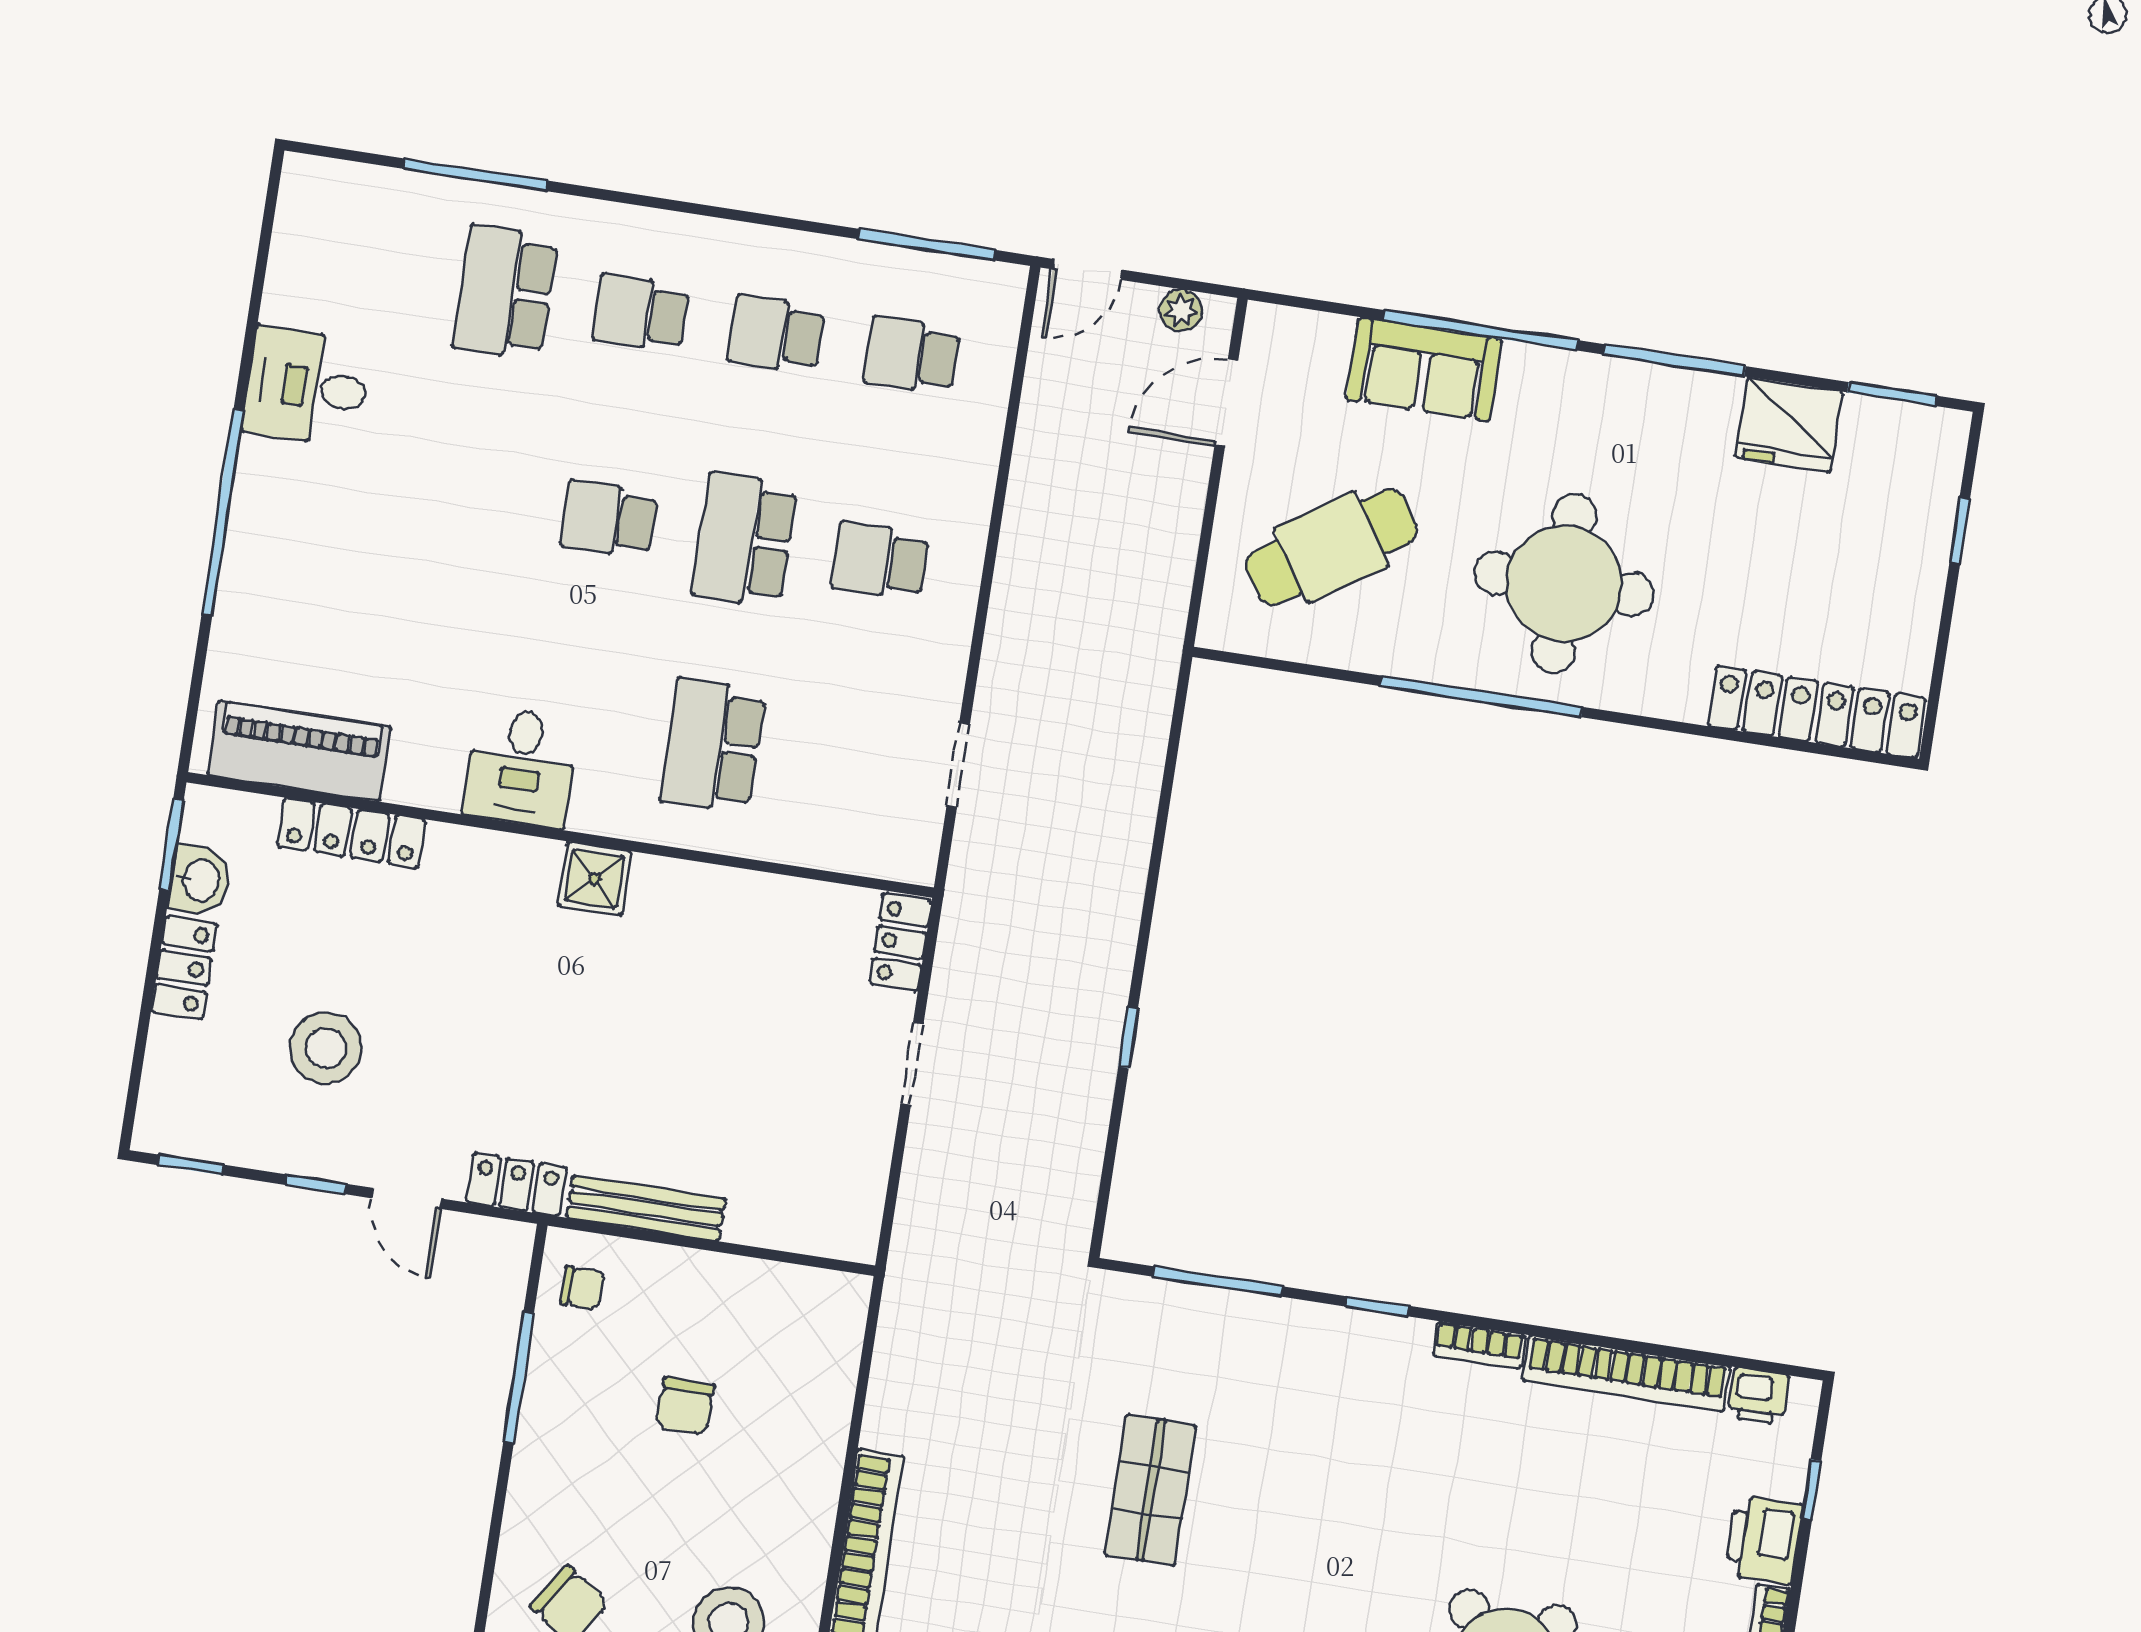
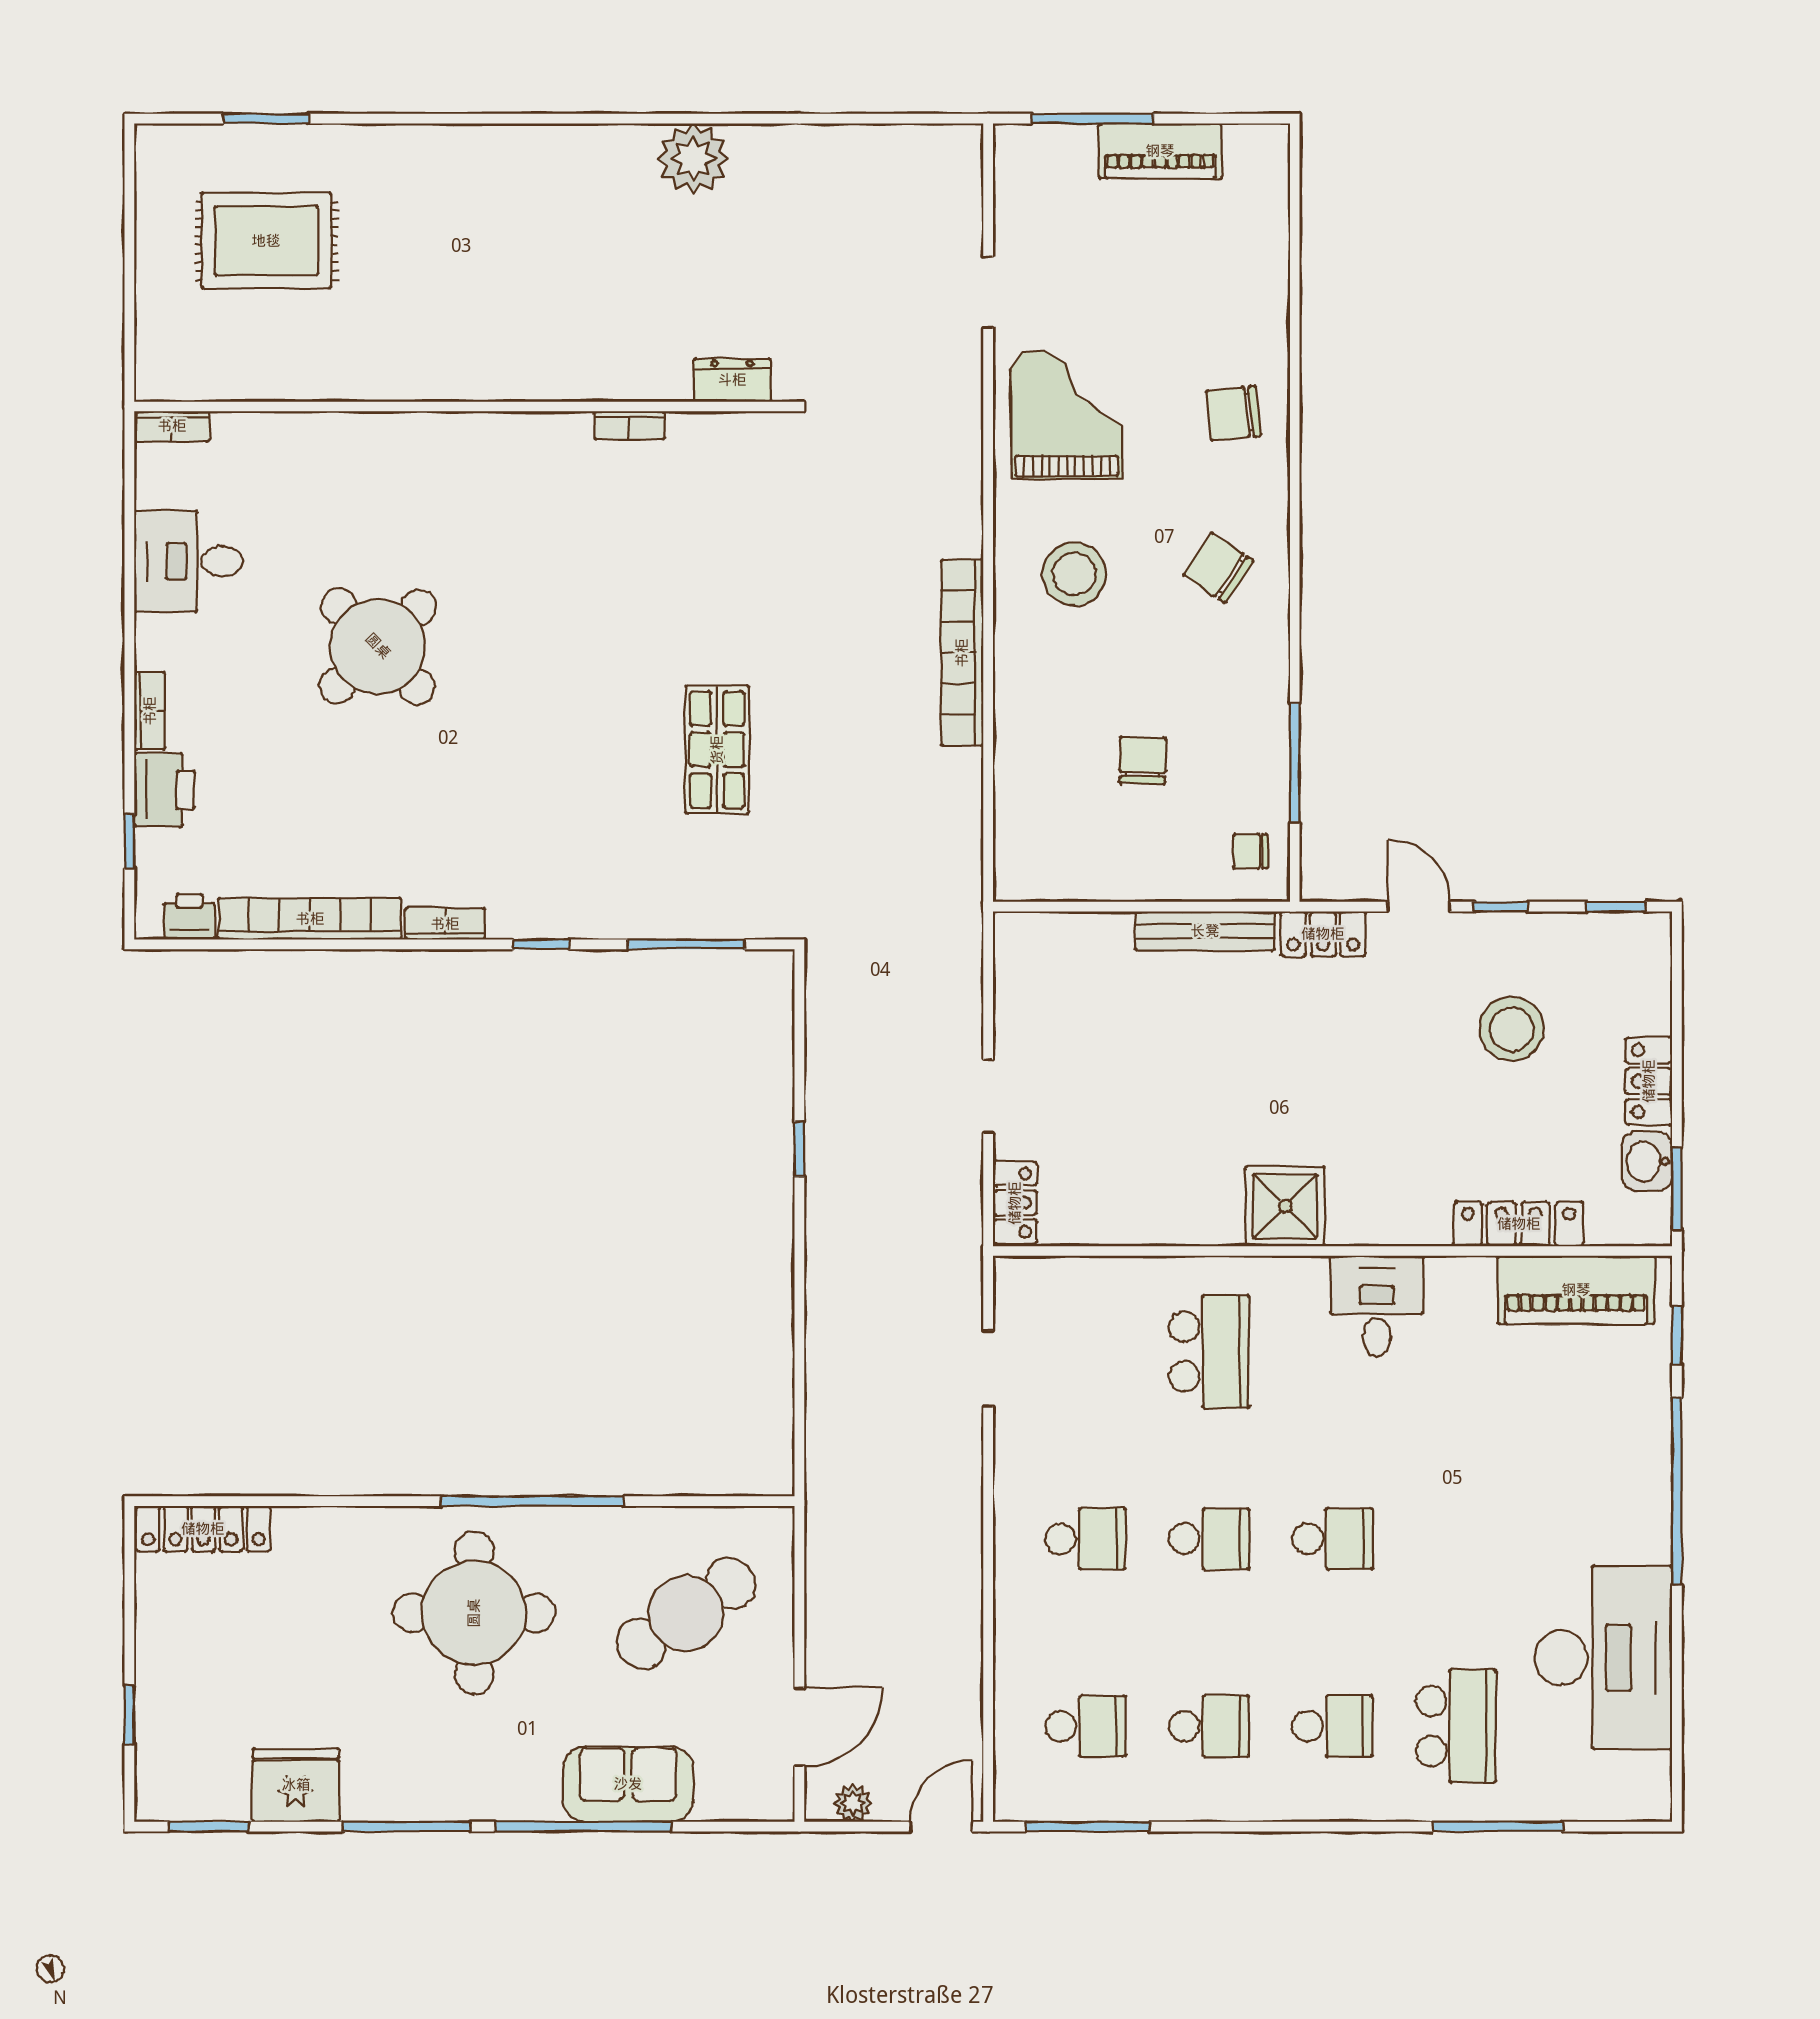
desk: (307, 387) -> (1603, 1658), width x1.87, depth x1.30
school desk: (745, 540) -> (1209, 1539), width x0.54
window: (196, 684) -> (1677, 1335), added
locker: (1816, 712) -> (203, 1529), width x0.71, depth x0.83
shower: (595, 879) -> (1285, 1206), width x1.36, depth x1.36

